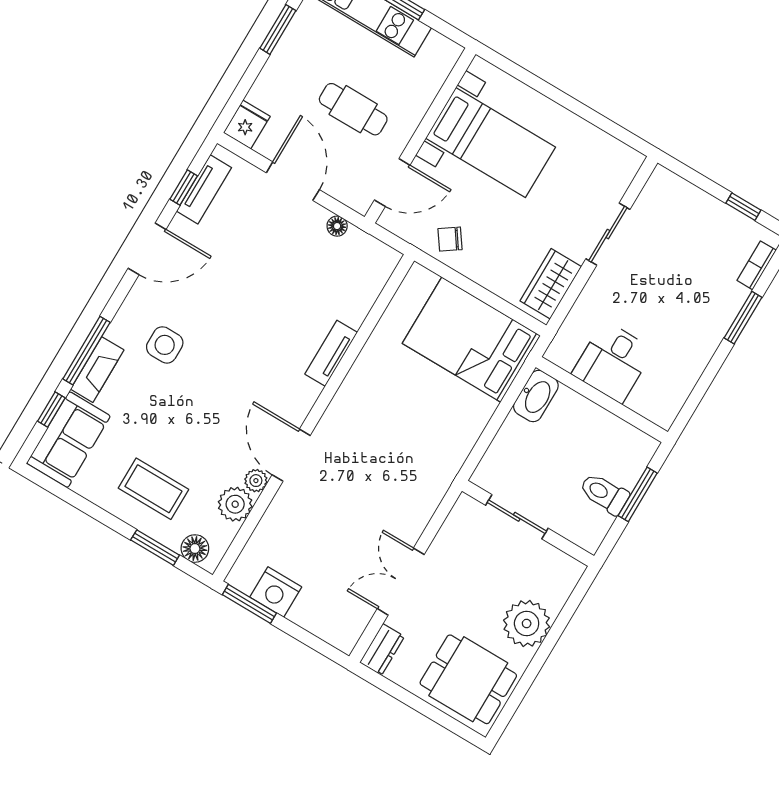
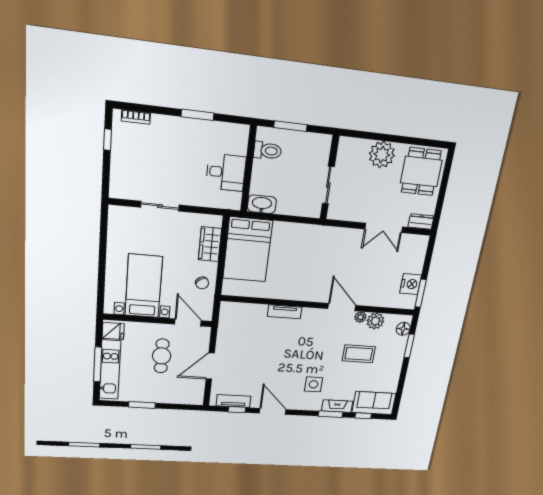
fridge: (247, 125) -> (113, 331), moved, turned 180
floor lamp: (337, 226) -> (222, 337), removed
wardrobe: (551, 284) -> (210, 244), moved, turned 90
window: (743, 318) -> (197, 115), moved
window: (86, 351) -> (330, 414), width x0.69
door: (291, 455) -> (342, 307), swing flipped
coffee table: (153, 489) -> (359, 354), moved, turned 90
toilet: (604, 494) -> (268, 151), moved, turned -90

